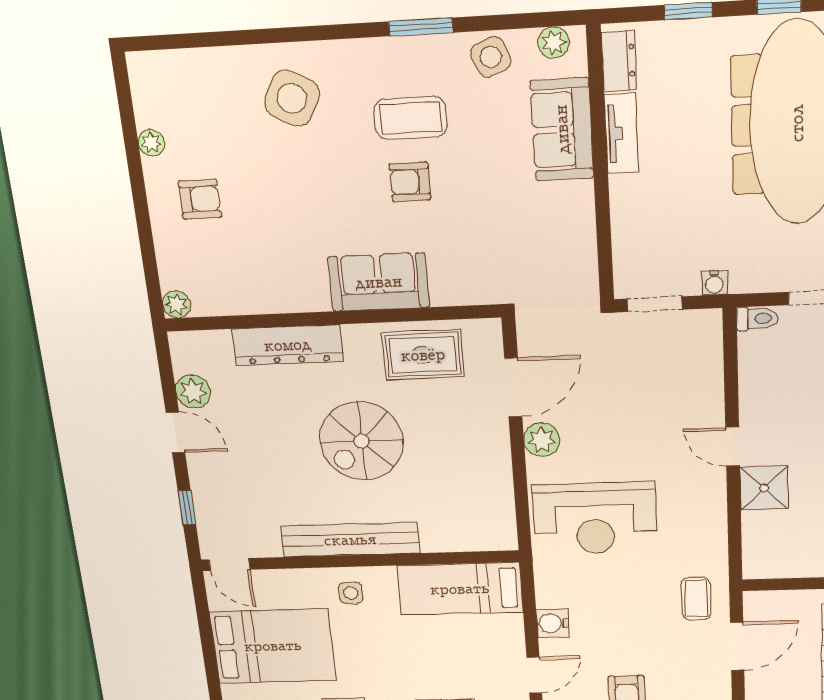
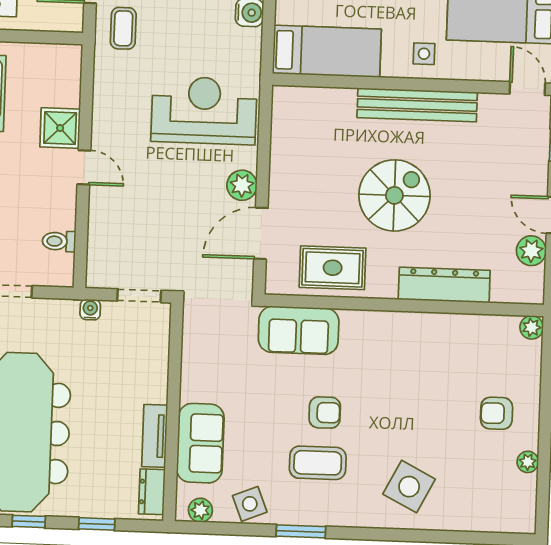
sofa: (379, 282) -> (299, 330), moved
toilet: (757, 319) -> (59, 241), moved

